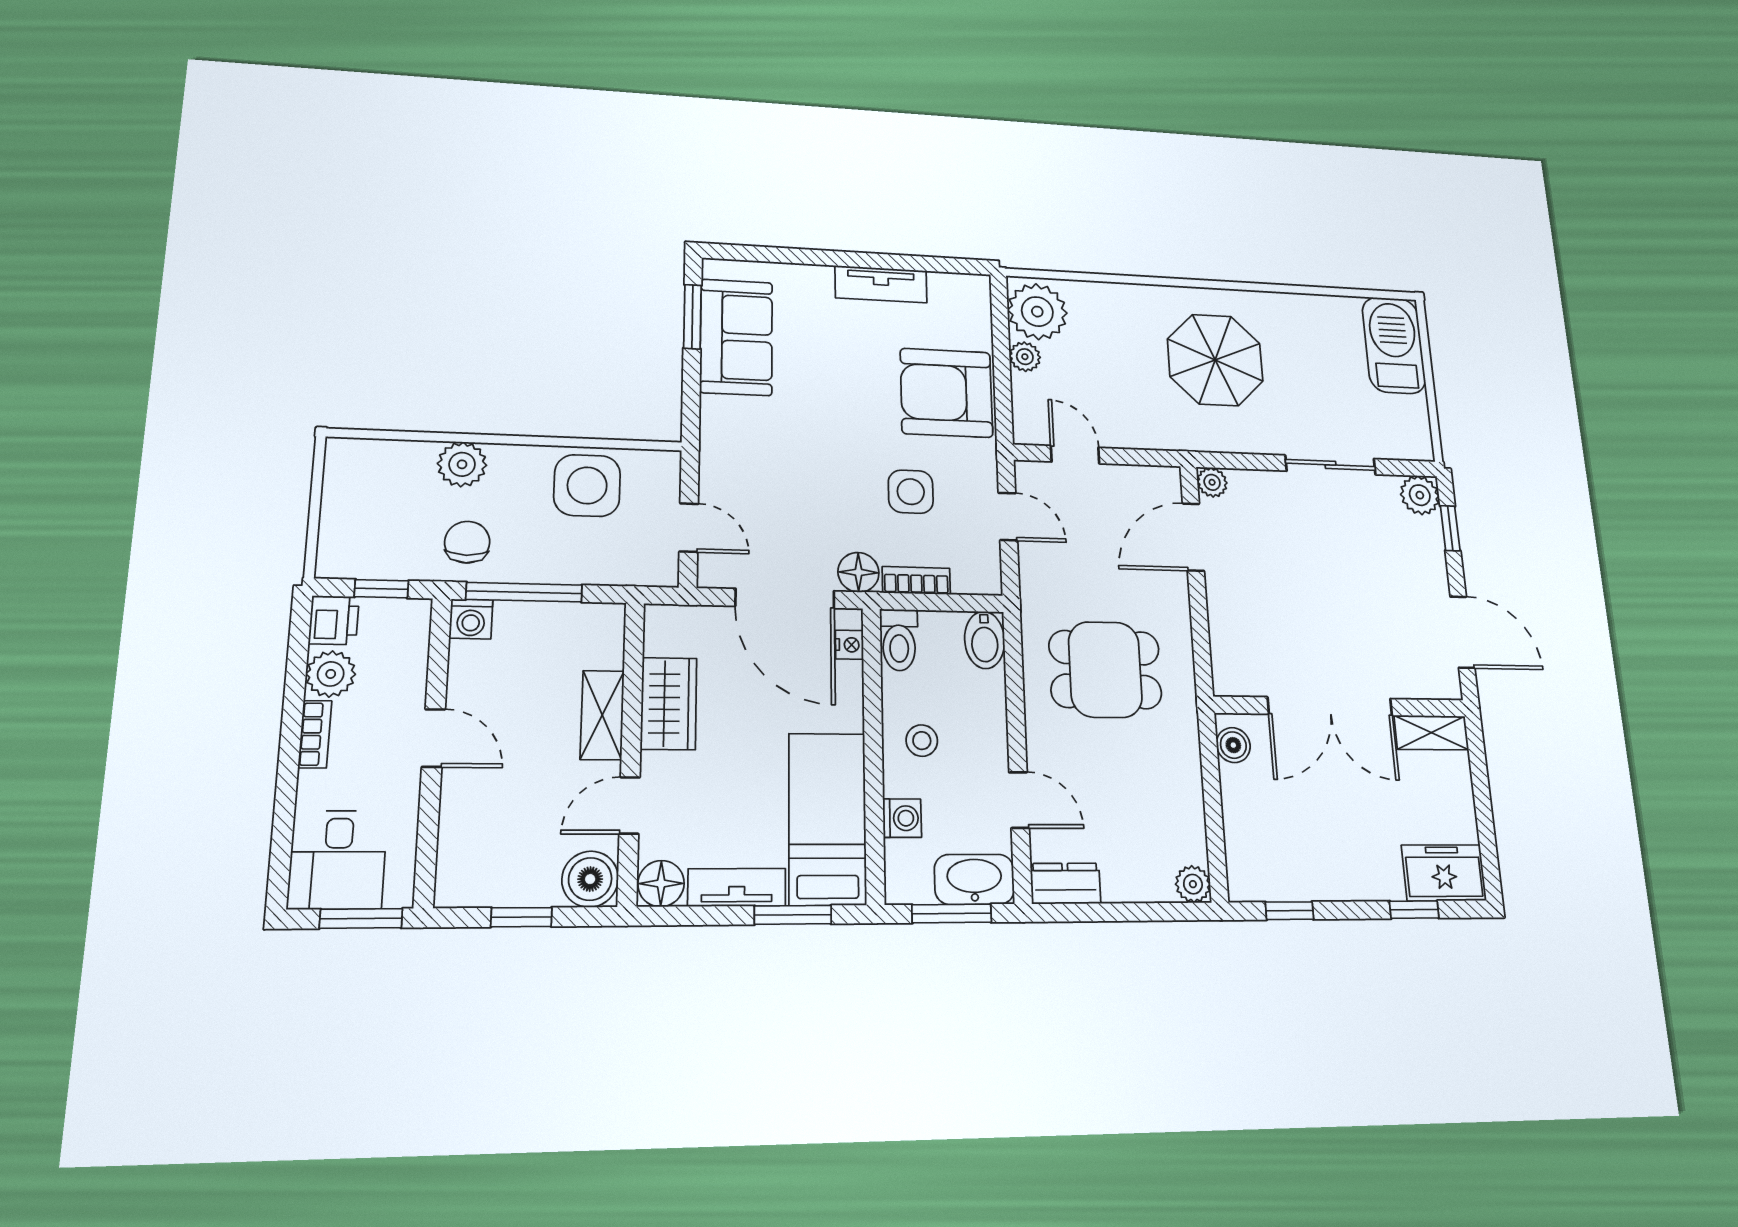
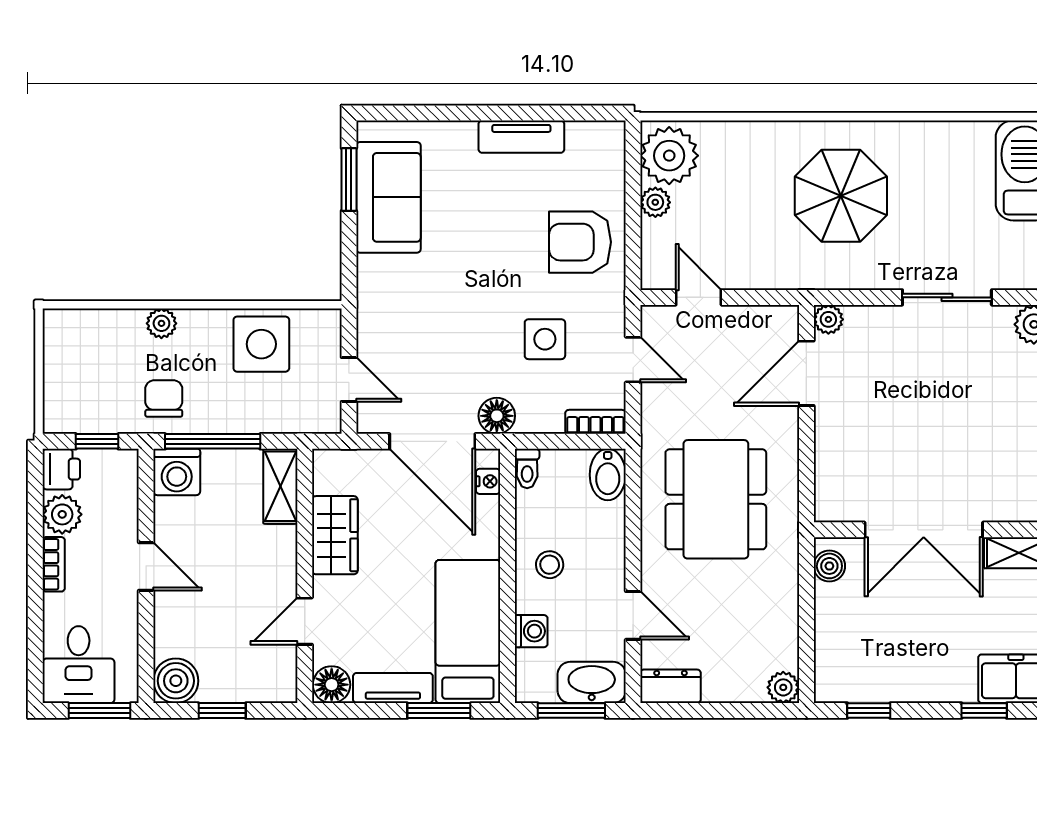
armchair: (946, 393) -> (580, 242), width x0.73, depth x0.73
plant: (462, 464) -> (161, 323), width x0.73, depth x0.73
bookcase: (916, 580) -> (595, 422), moved
washing machine: (471, 619) -> (177, 472), width x1.38, depth x1.38
toilet: (899, 640) -> (527, 468), width x0.73, depth x0.72
dining table: (1105, 669) -> (716, 499), width x1.38
shelving: (602, 715) -> (280, 486), moved
boiler: (590, 879) -> (176, 681), moved

